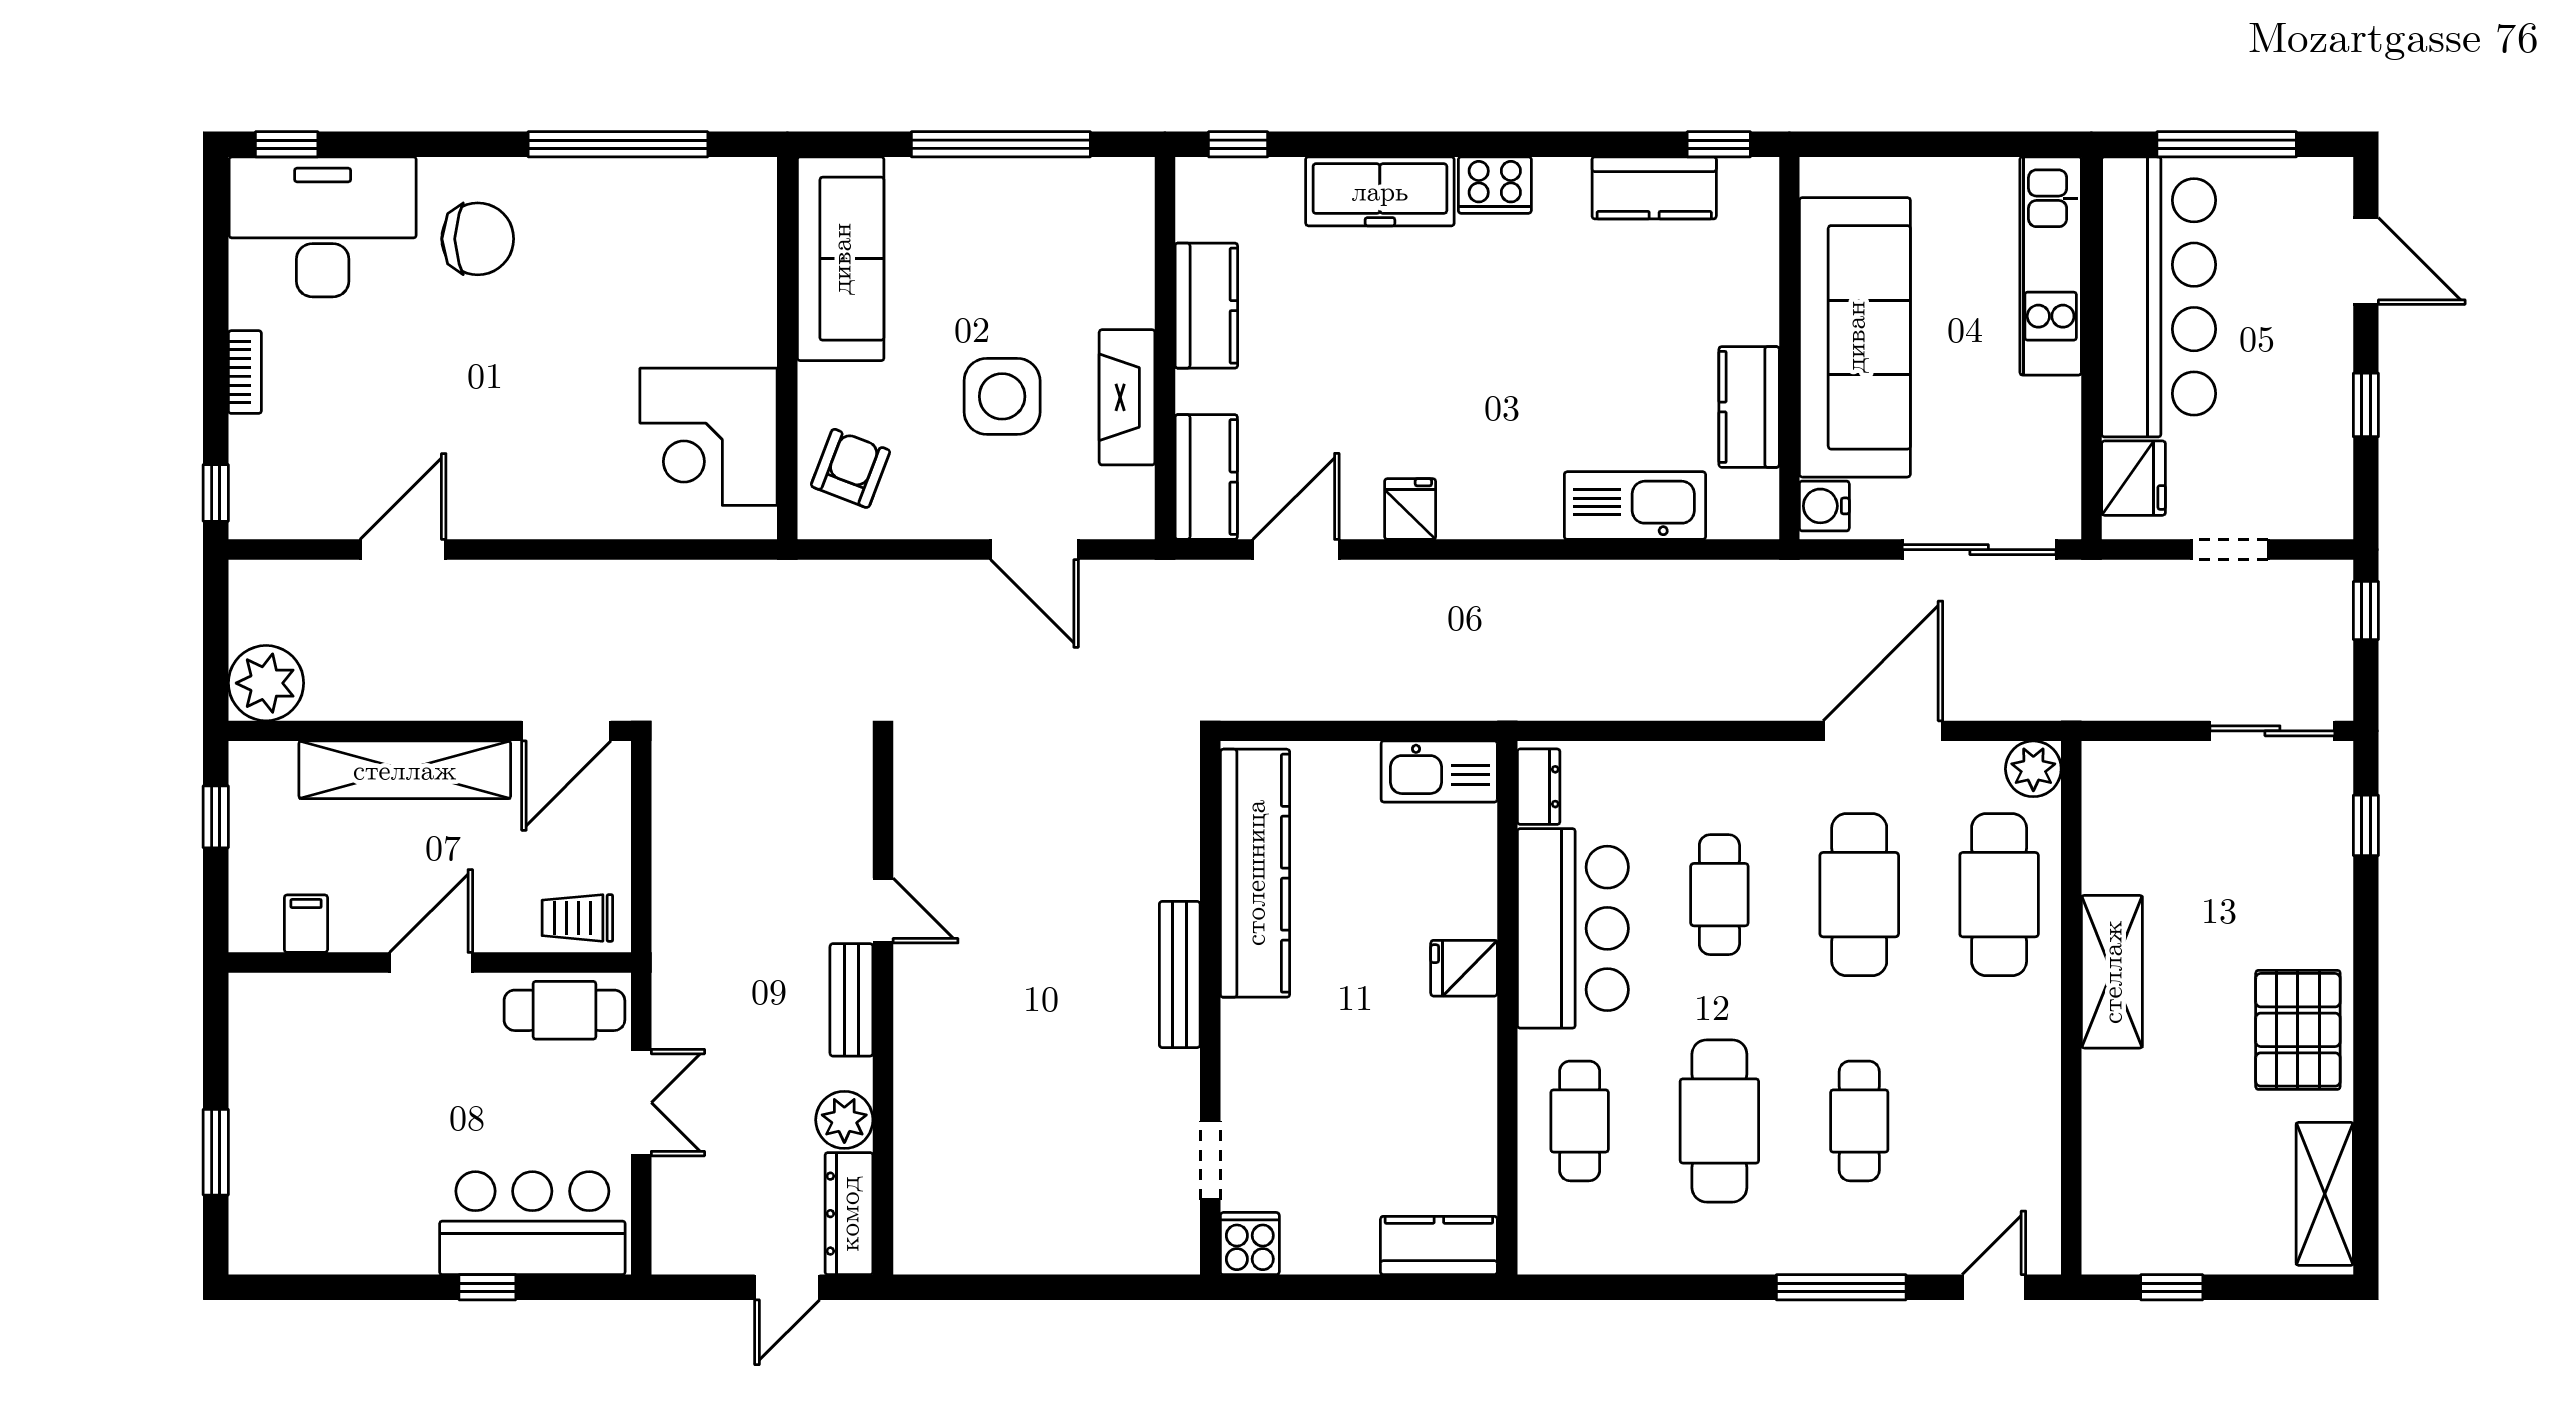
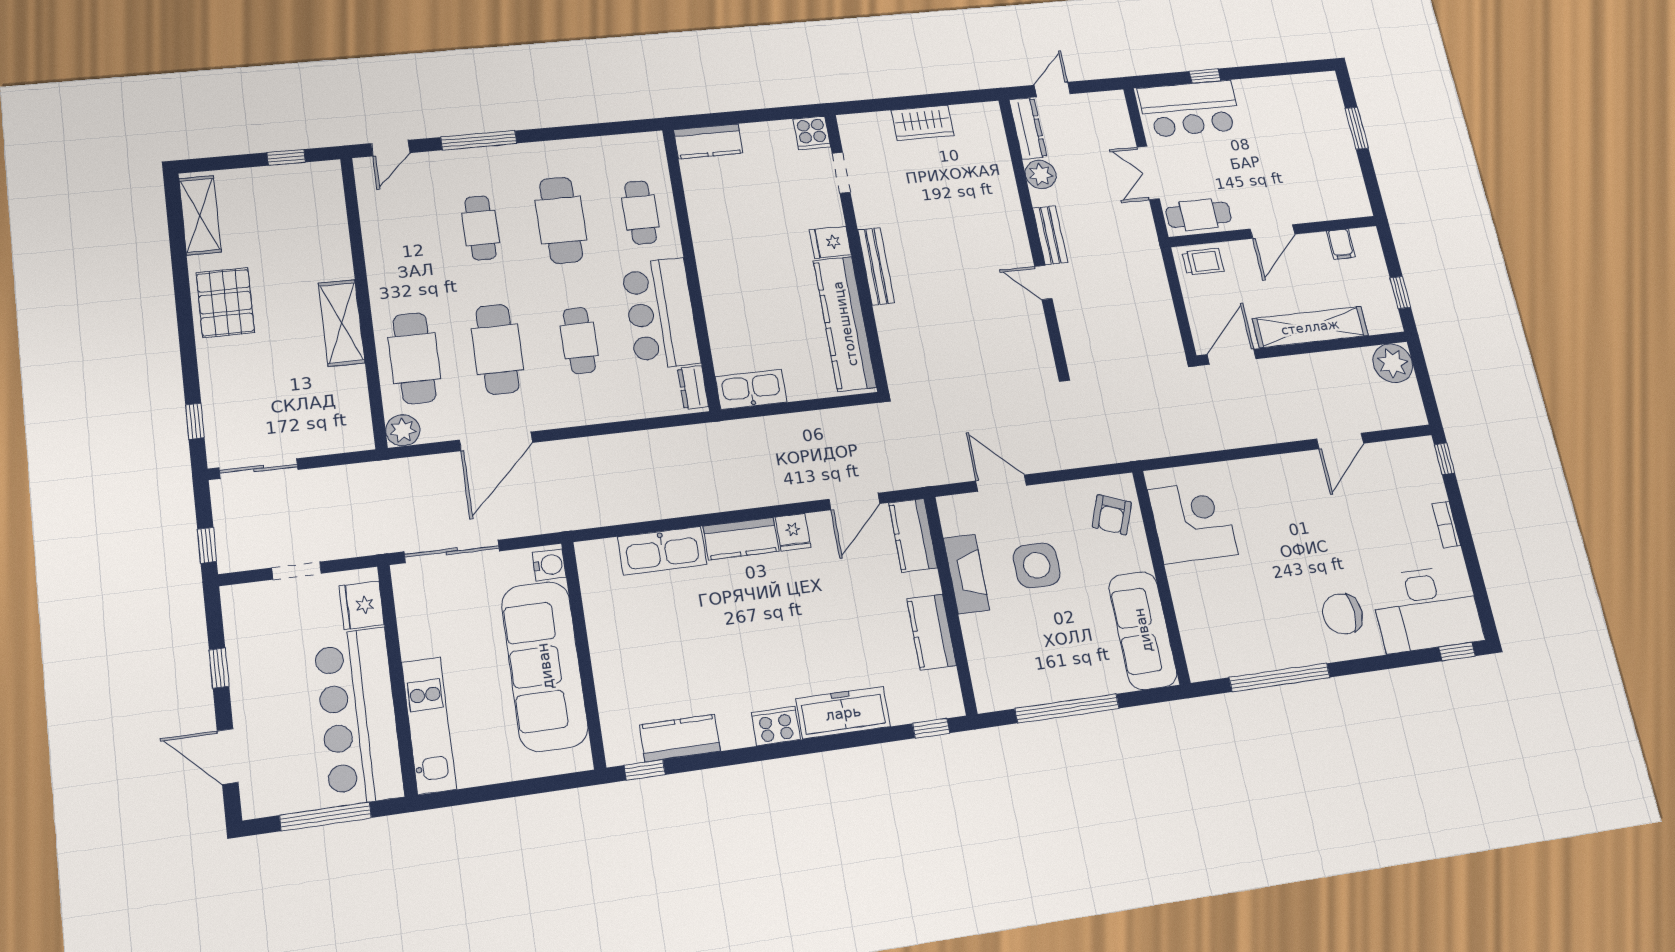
kitchen counter: (1749, 407) -> (741, 539), moved, turned 90
fridge: (1464, 968) -> (830, 242), moved, turned 180
wardrobe: (1043, 1244) -> (923, 123), added

